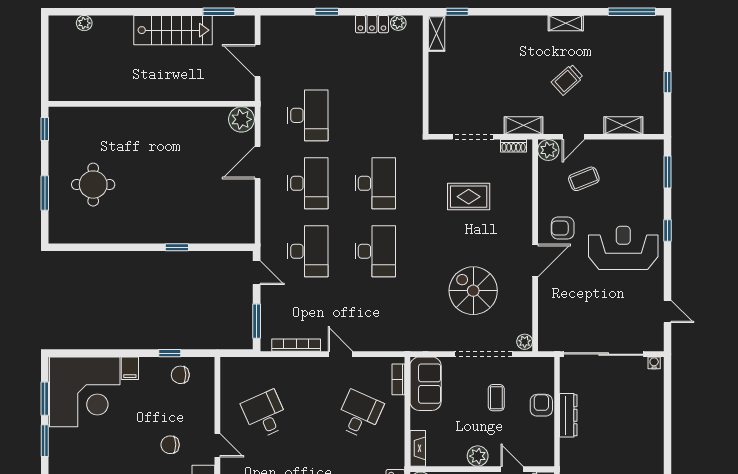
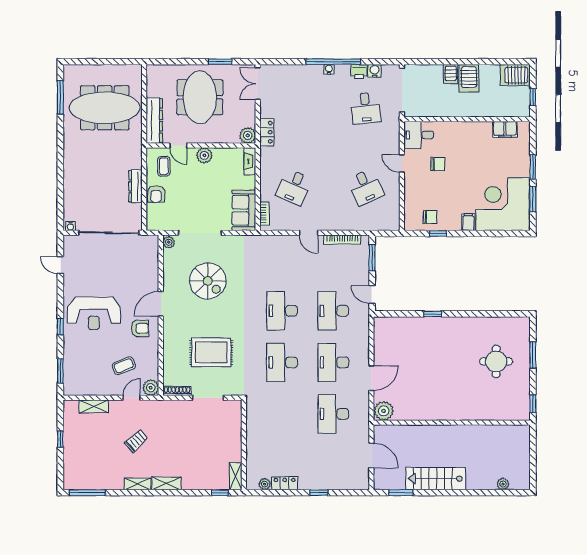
shelving: (524, 125) -> (166, 483), moved
shoe rack: (514, 146) -> (177, 391), width x1.43
rug: (469, 197) -> (211, 352), width x1.36, depth x1.43
coffee table: (496, 398) -> (164, 166), moved

